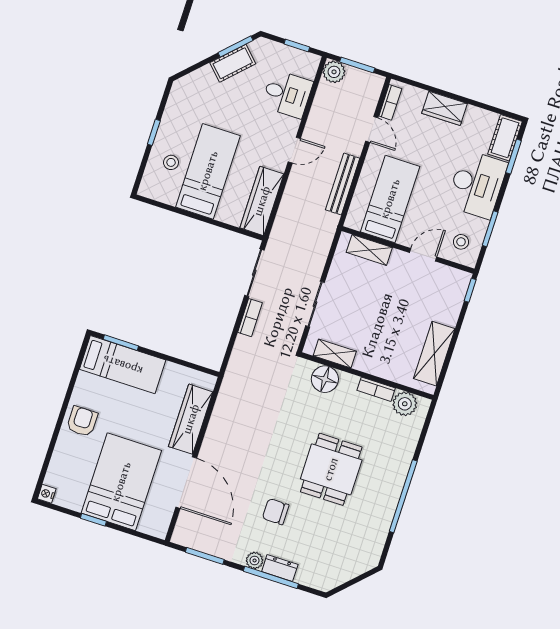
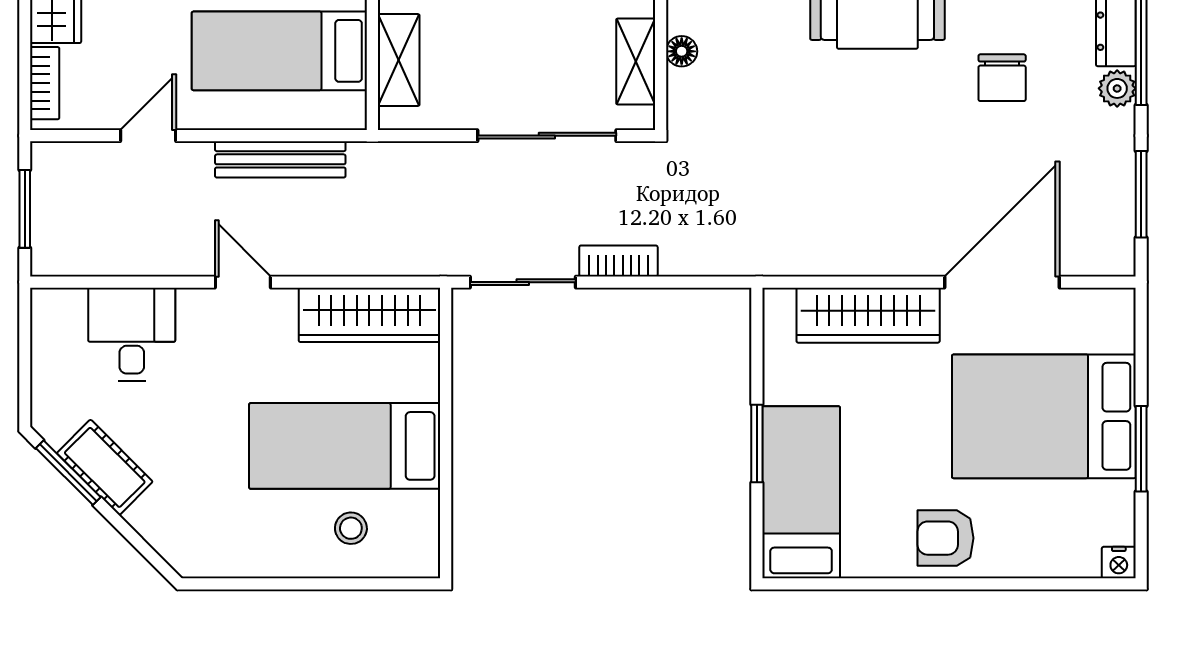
window: (297, 45) -> (25, 347), removed
plant: (334, 72) -> (54, 252), removed
bookcase: (390, 102) -> (45, 83), moved, turned 90
window: (154, 132) -> (300, 584), removed
sliding door: (315, 304) -> (547, 136), width x1.37
window: (121, 343) -> (757, 444), moved
floor lamp: (325, 379) -> (682, 51), width x0.53, depth x0.53
window: (93, 520) -> (1141, 449), width x1.50

